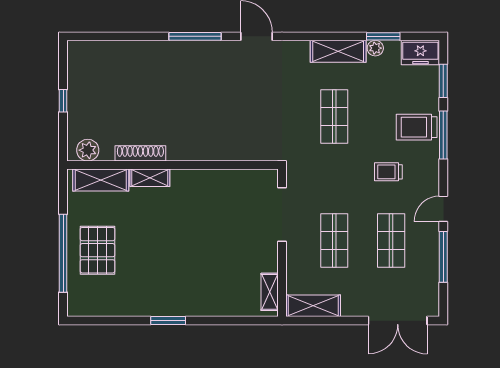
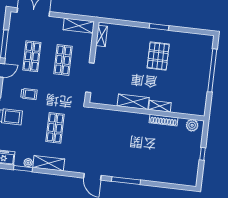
shelving: (101, 180) -> (133, 102), moved
pallet: (97, 250) -> (158, 56), moved

